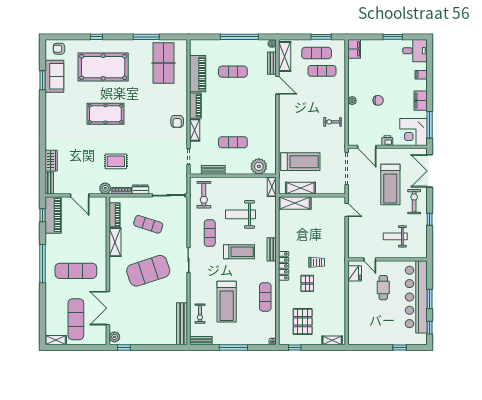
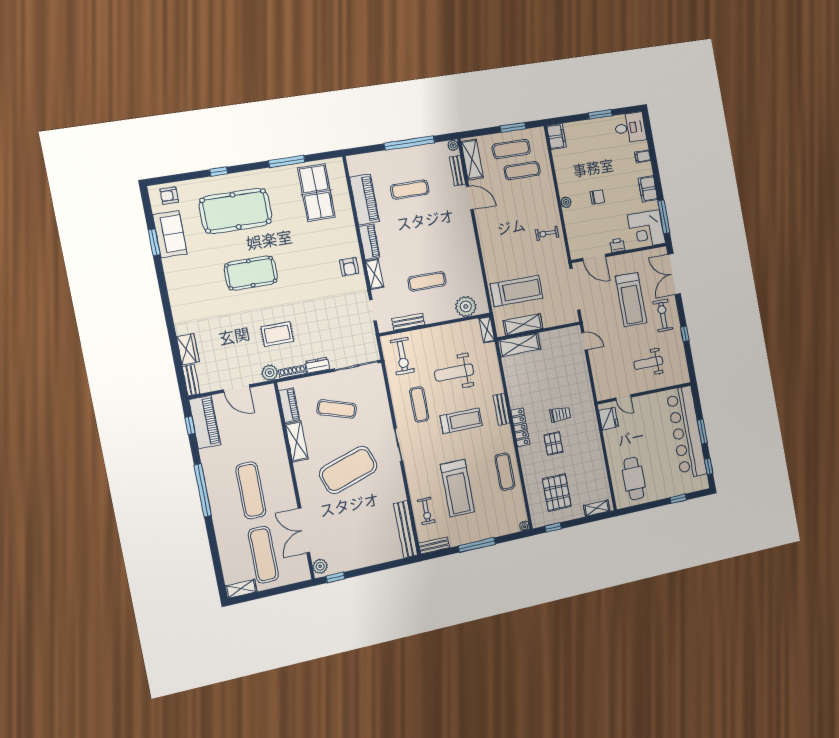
exercise mat: (76, 271) -> (251, 490), turned 90
cafe table: (383, 288) -> (634, 479), moved, width x1.37, depth x1.35

